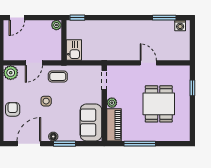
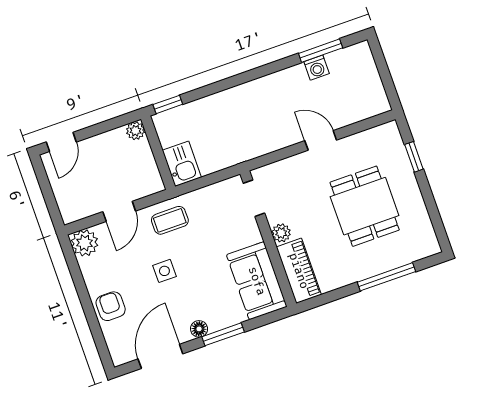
washing machine: (180, 25) -> (317, 68), moved
window: (140, 144) -> (386, 277), moved

